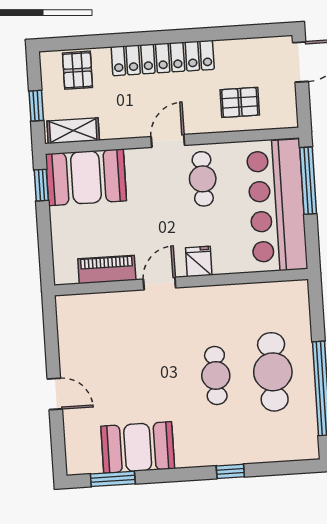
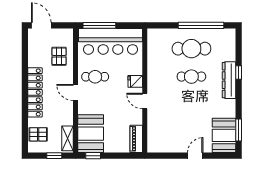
piano: (107, 269) -> (136, 139), moved
booth: (138, 447) -> (224, 135), moved
dresser: (214, 453) -> (229, 80), added

